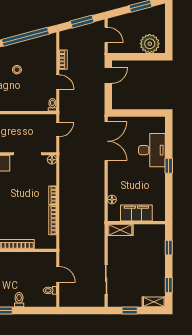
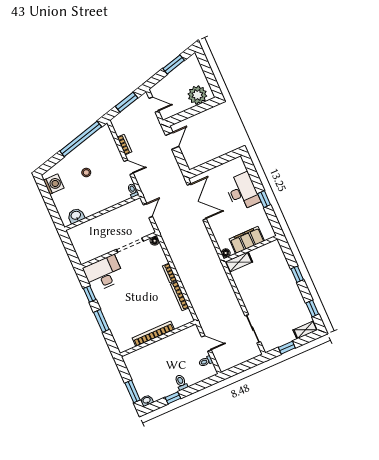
filing cabinet: (136, 213) -> (247, 240), moved
wall: (136, 223) -> (251, 249), moved
shelving: (120, 230) -> (239, 262), moved

